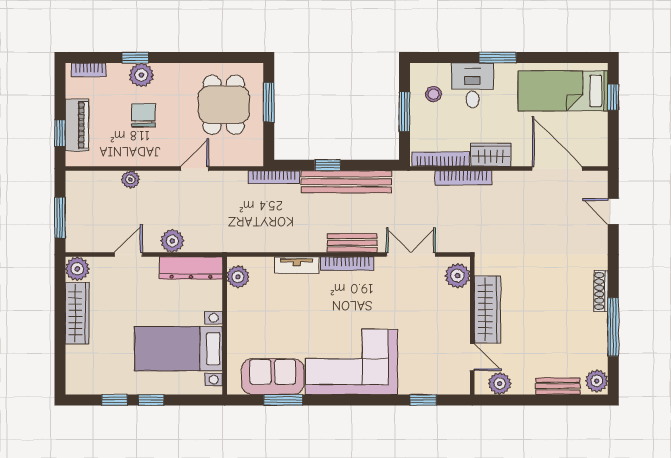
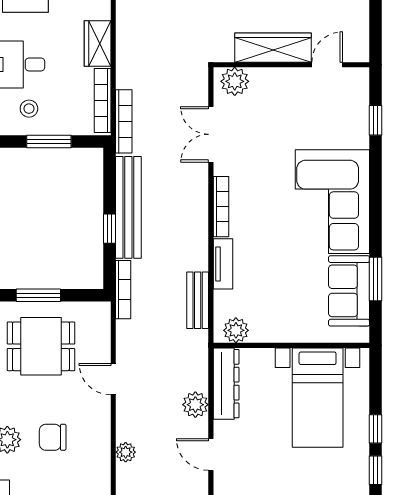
bookcase: (463, 178) -> (124, 121), moved
bench: (352, 243) -> (198, 300), moved
plant: (500, 383) -> (357, 34), removed

